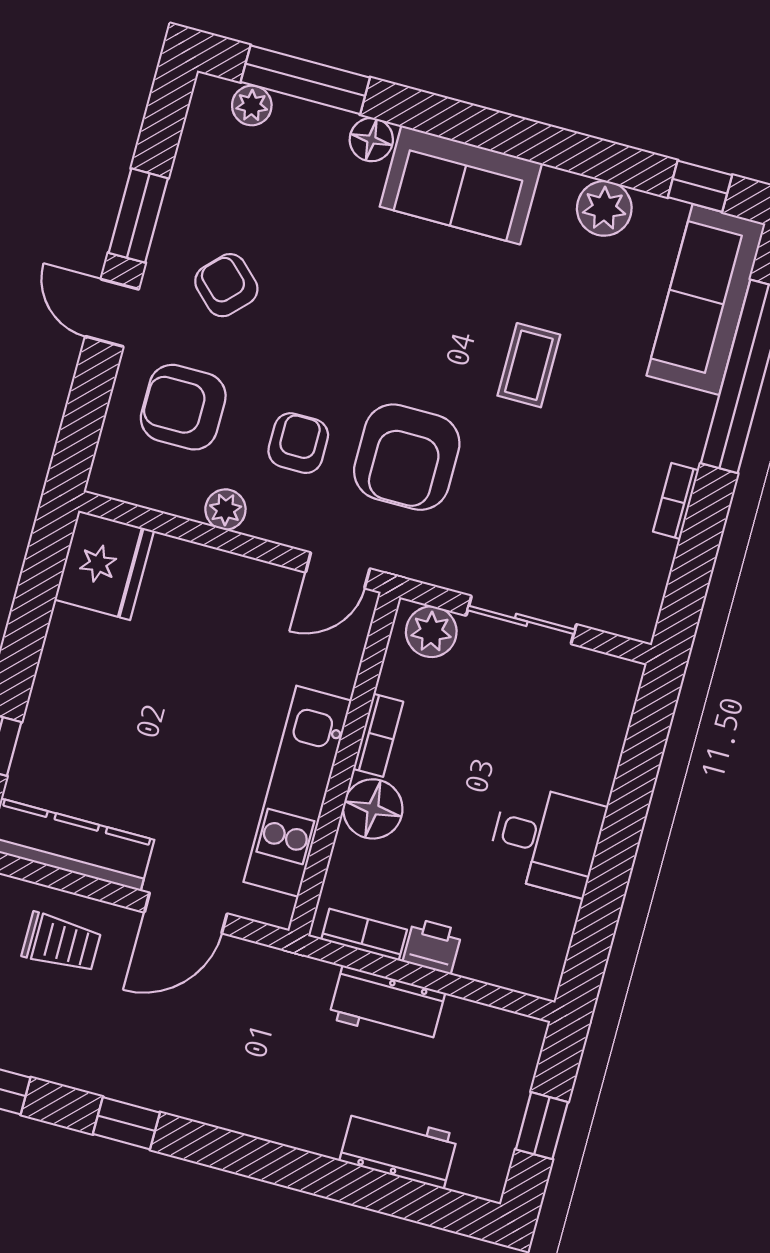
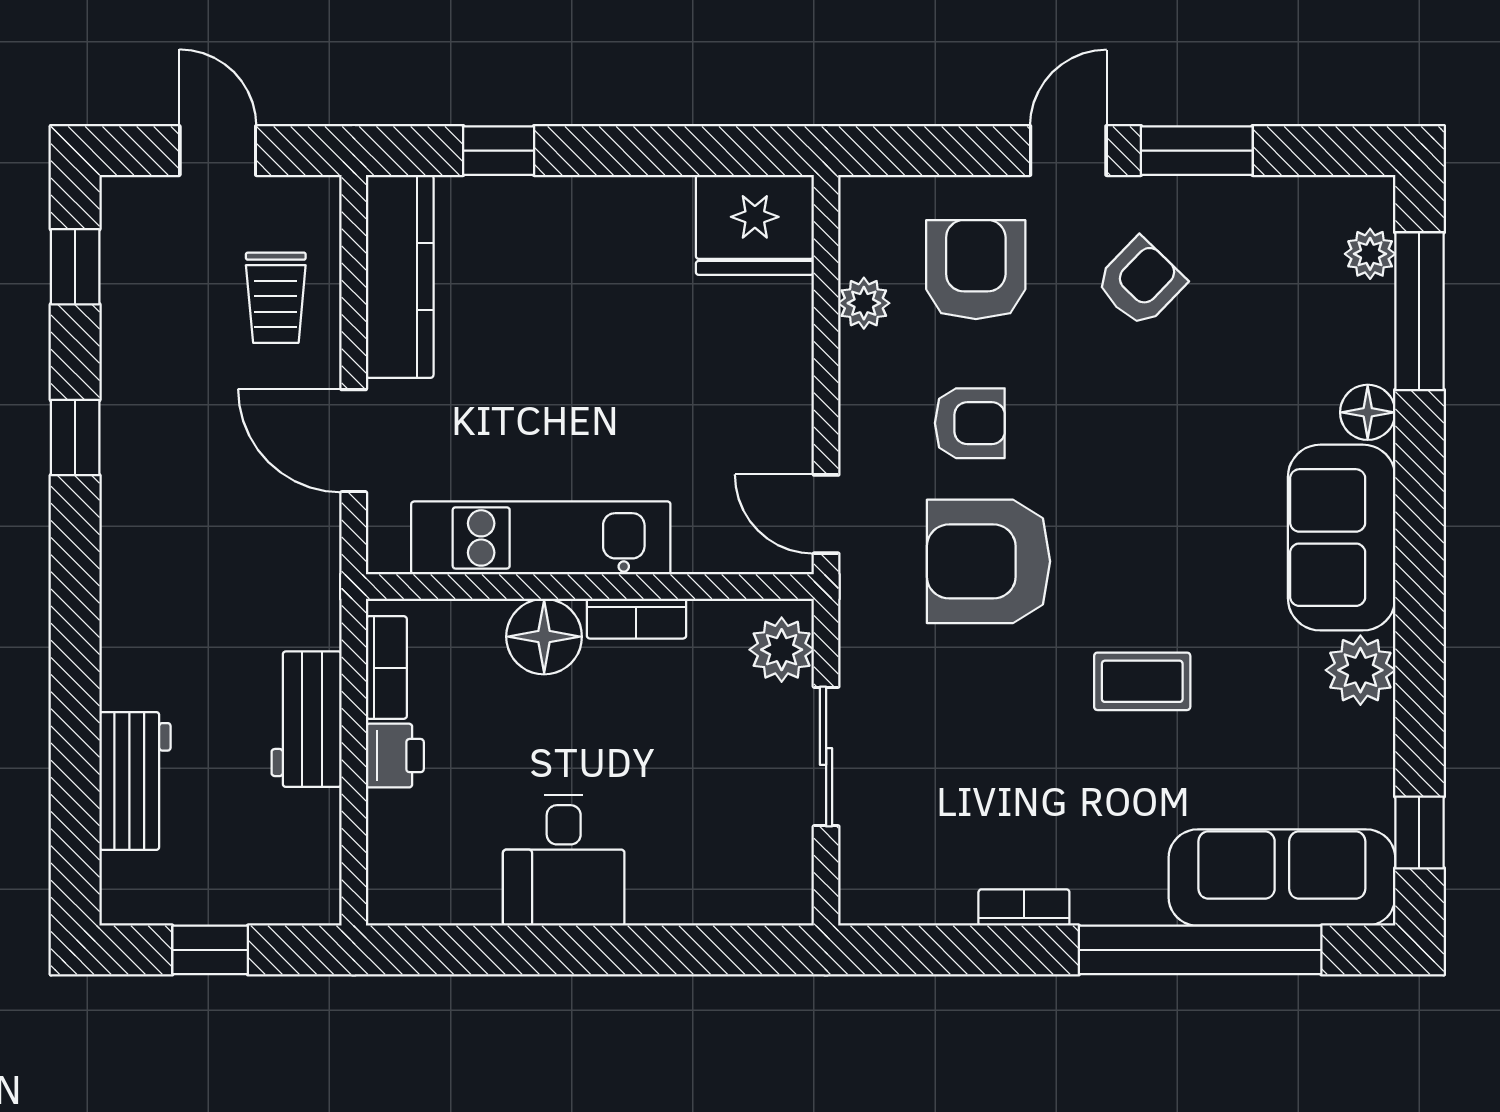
plant: (604, 208) -> (1360, 670), moved
plant: (225, 509) -> (864, 303), moved

